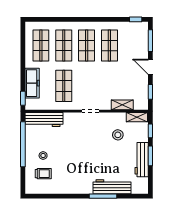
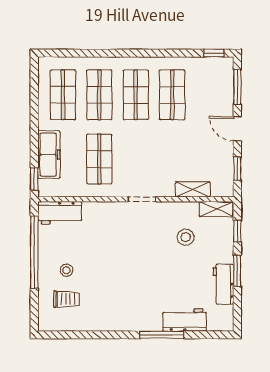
workbench: (44, 120) -> (60, 213), width x0.73
workbench: (142, 160) -> (223, 284), width x0.73
workbench: (112, 187) -> (185, 320), width x0.73

